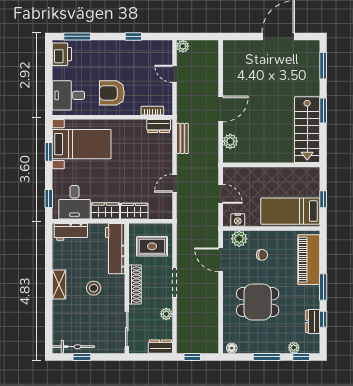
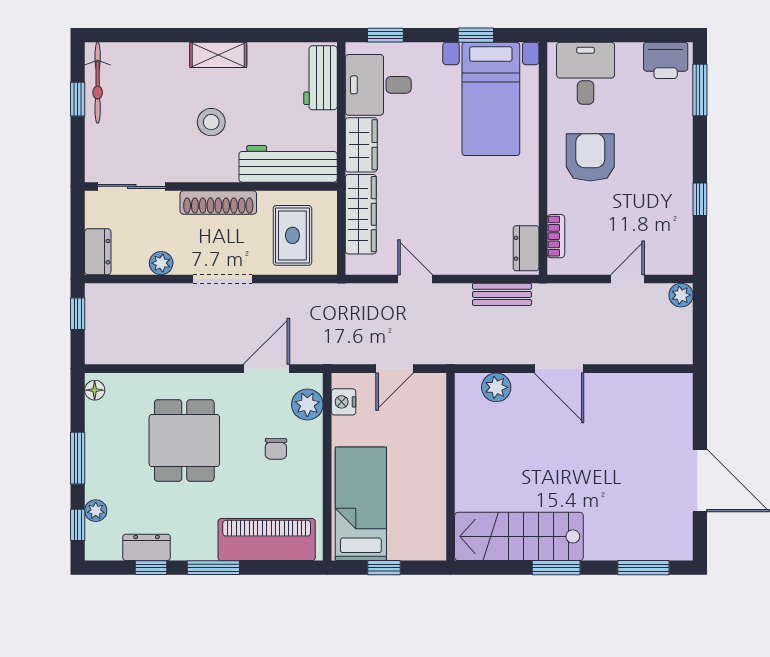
wardrobe: (134, 211) -> (361, 214), width x1.50

